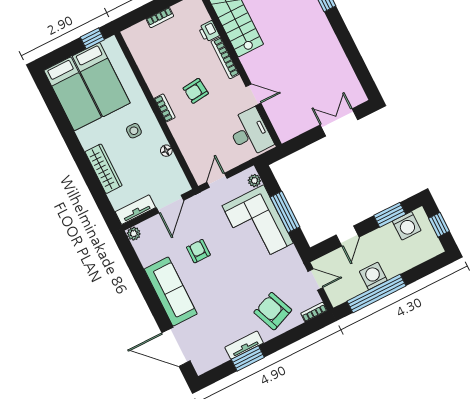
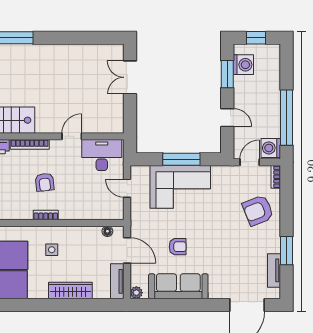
floor lamp: (166, 151) -> (107, 231), moved
door: (217, 180) -> (127, 188), moved
plant: (254, 181) -> (143, 171), removed
armchair: (198, 251) -> (178, 247), turned 180
washing machine: (373, 276) -> (271, 148), moved
sofa: (171, 292) -> (178, 286), moved
tv unit: (244, 345) -> (274, 270), moved

